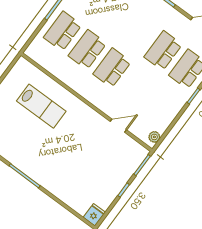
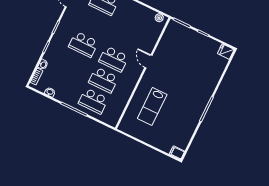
school desk: (163, 51) -> (83, 44), moved
lab bench: (41, 106) -> (152, 106), turned 180
door: (118, 126) -> (148, 61), moved

